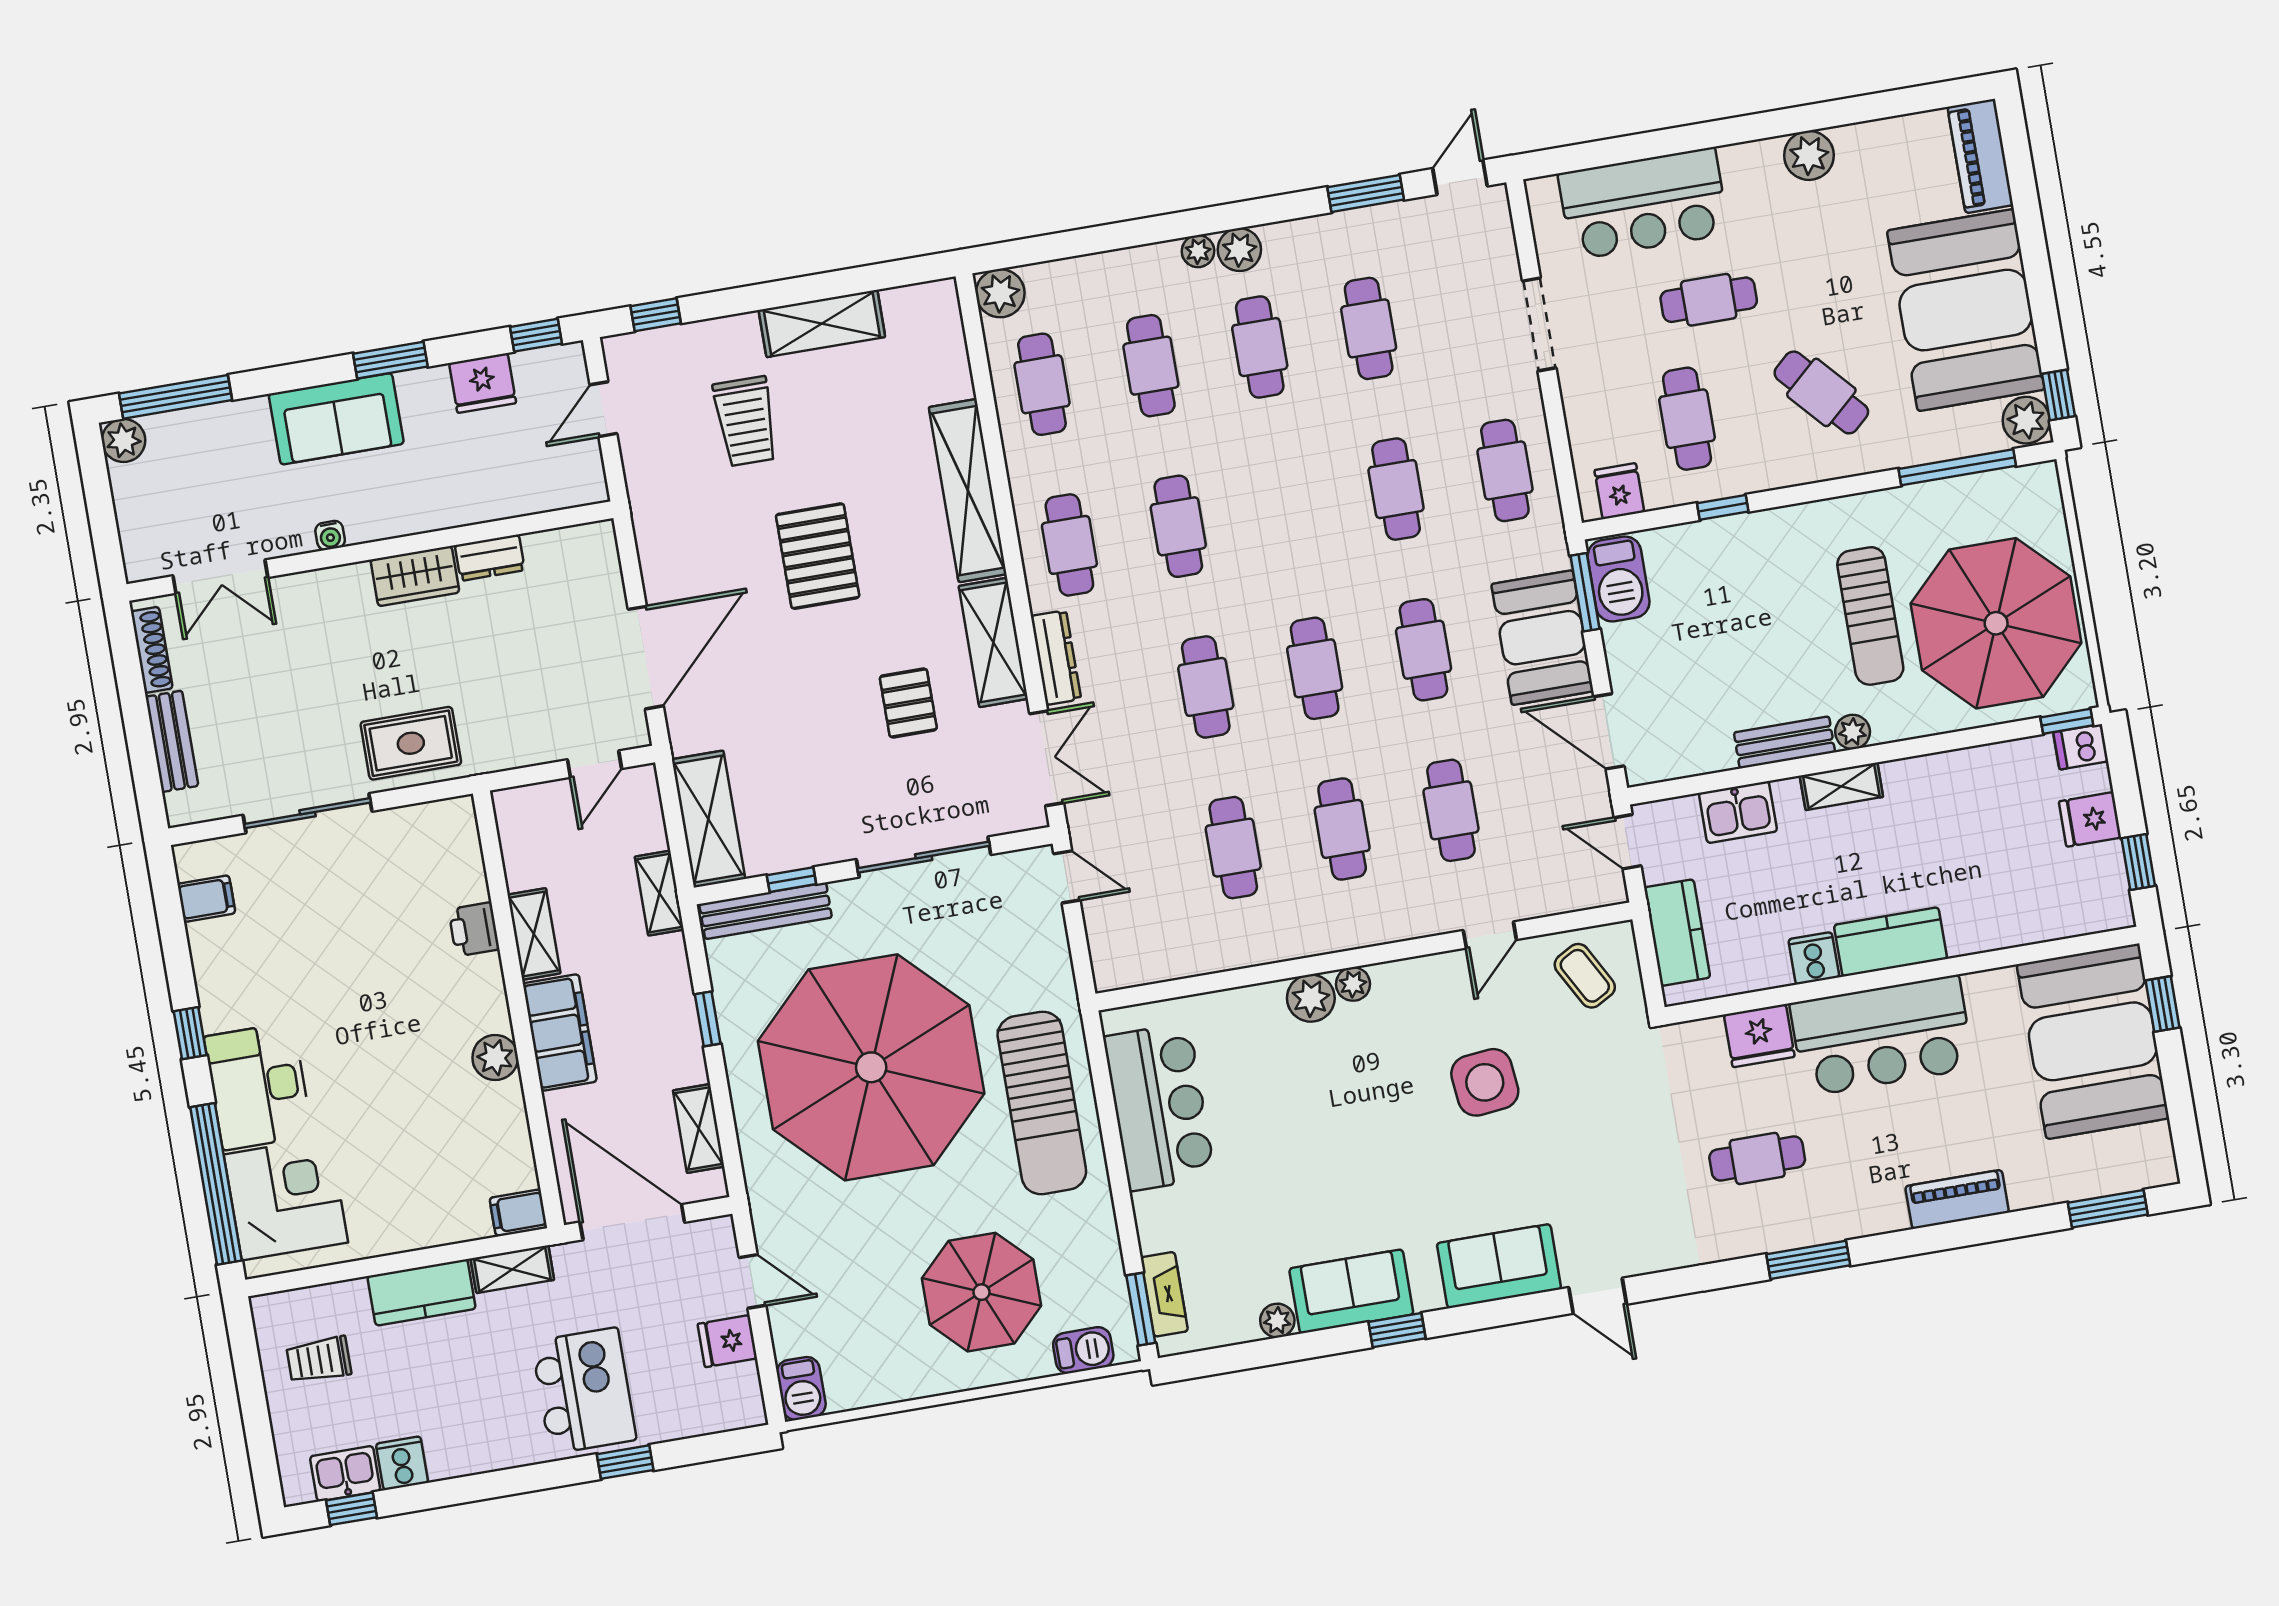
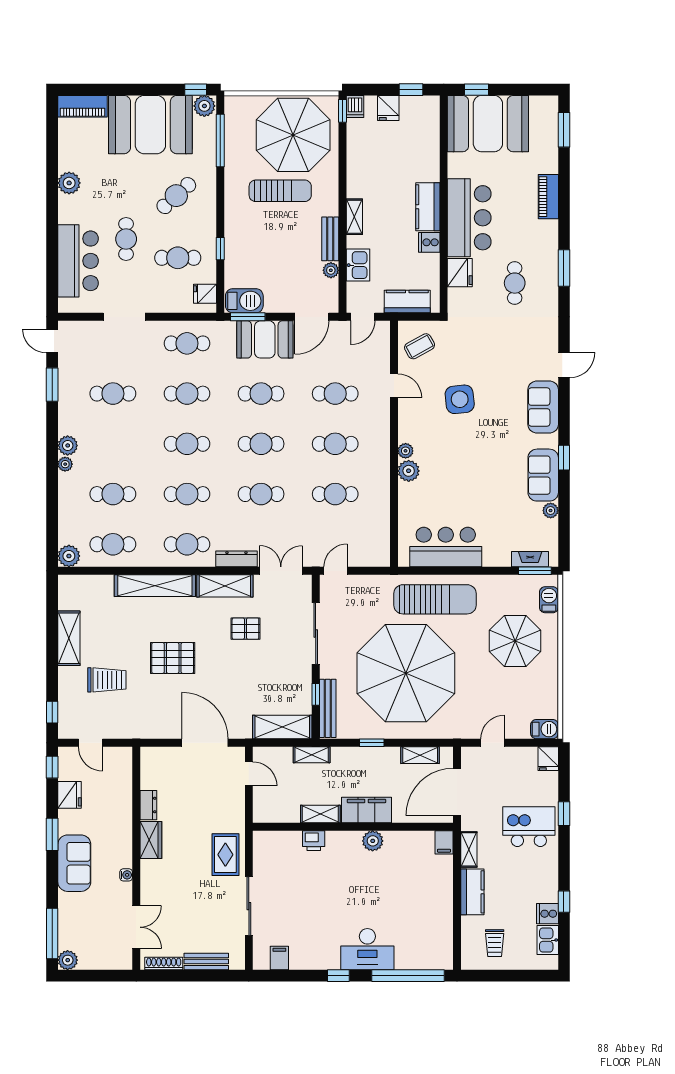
cafe table: (1260, 347) -> (187, 444), moved
plant: (1853, 732) -> (331, 270), moved
corner desk: (286, 1198) -> (420, 945), removed
fridge: (727, 1341) -> (548, 759), moved
window: (351, 1509) -> (564, 902), moved

